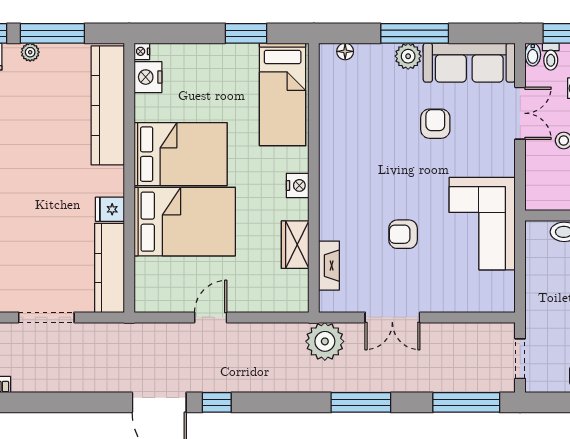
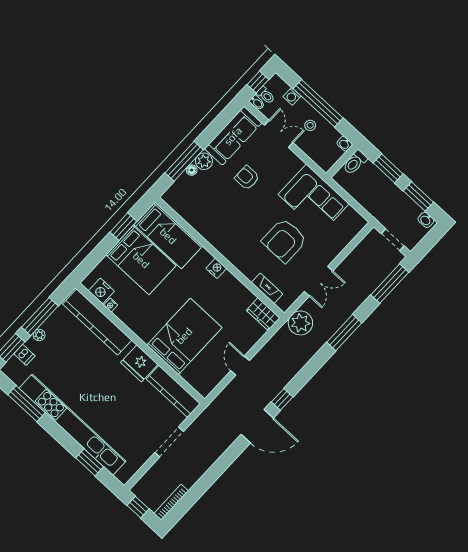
window: (415, 33) -> (184, 161), moved
nightstand: (142, 51) -> (111, 305), moved
floor lamp: (345, 51) -> (192, 170), moved
bed: (181, 154) -> (141, 260), moved, turned 90
fridge: (110, 209) -> (139, 363), width x1.88, depth x1.34
armchair: (403, 234) -> (284, 240), width x1.88, depth x1.88
wardrobe: (295, 245) -> (263, 314), moved

